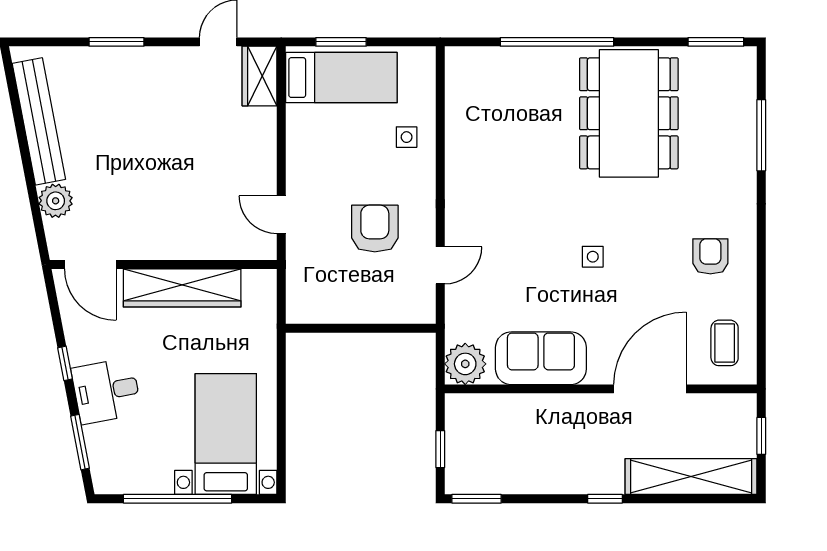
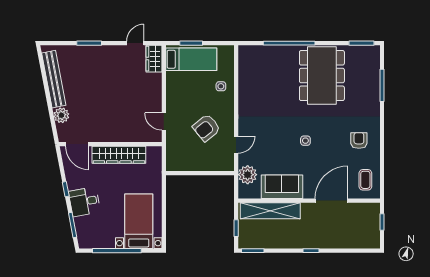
armchair: (375, 229) -> (206, 128), turned -129
plant: (465, 364) -> (248, 175), moved
shelving: (691, 476) -> (270, 211), moved

